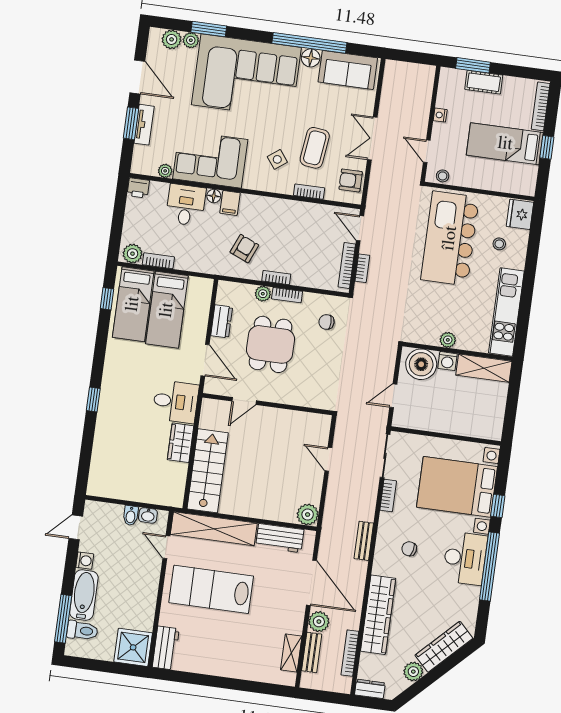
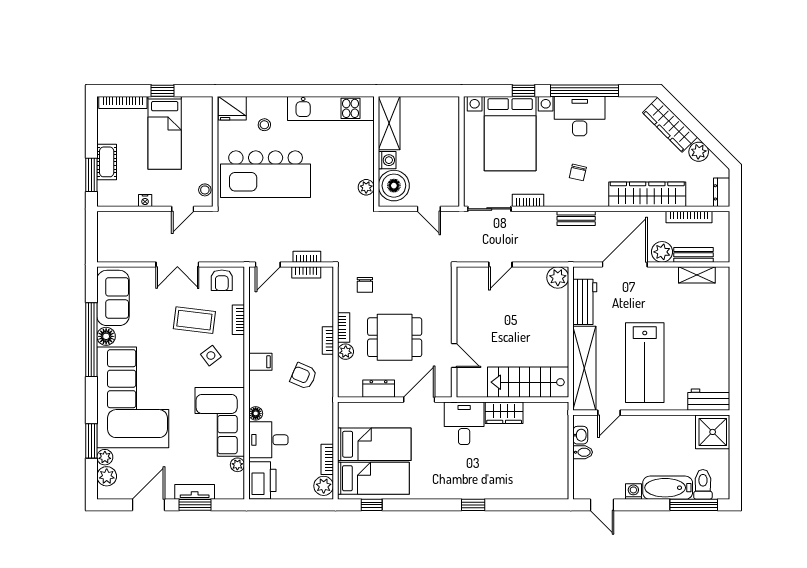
printer: (138, 188) -> (262, 480), width x1.87, depth x1.48
filing cabinet: (230, 203) -> (260, 362), moved
bookcase: (347, 265) -> (306, 272), width x0.64
plant: (448, 340) -> (366, 187), moved

